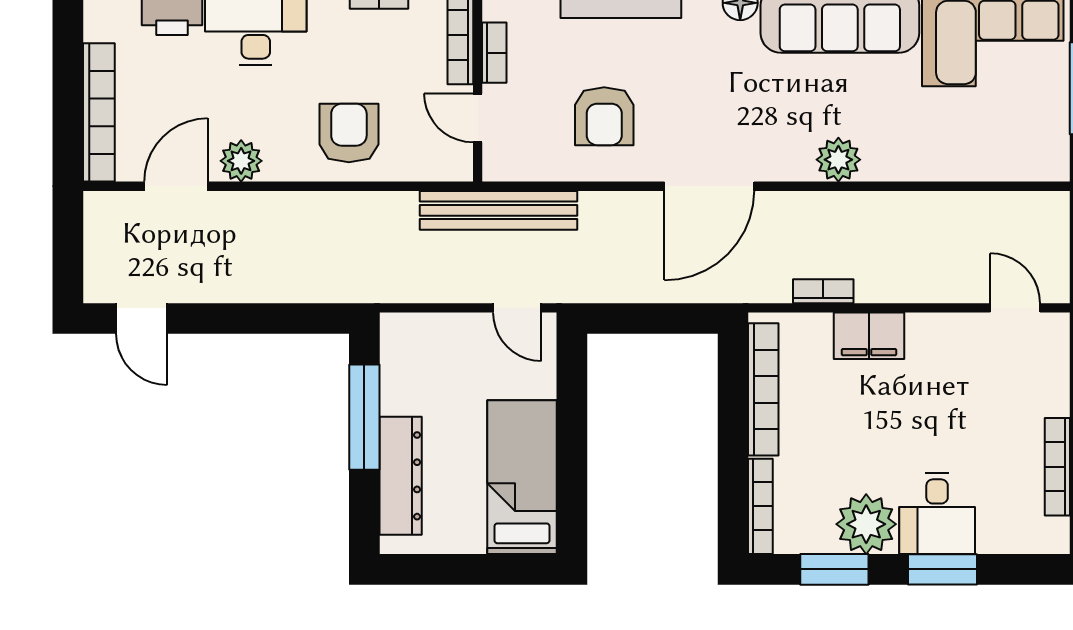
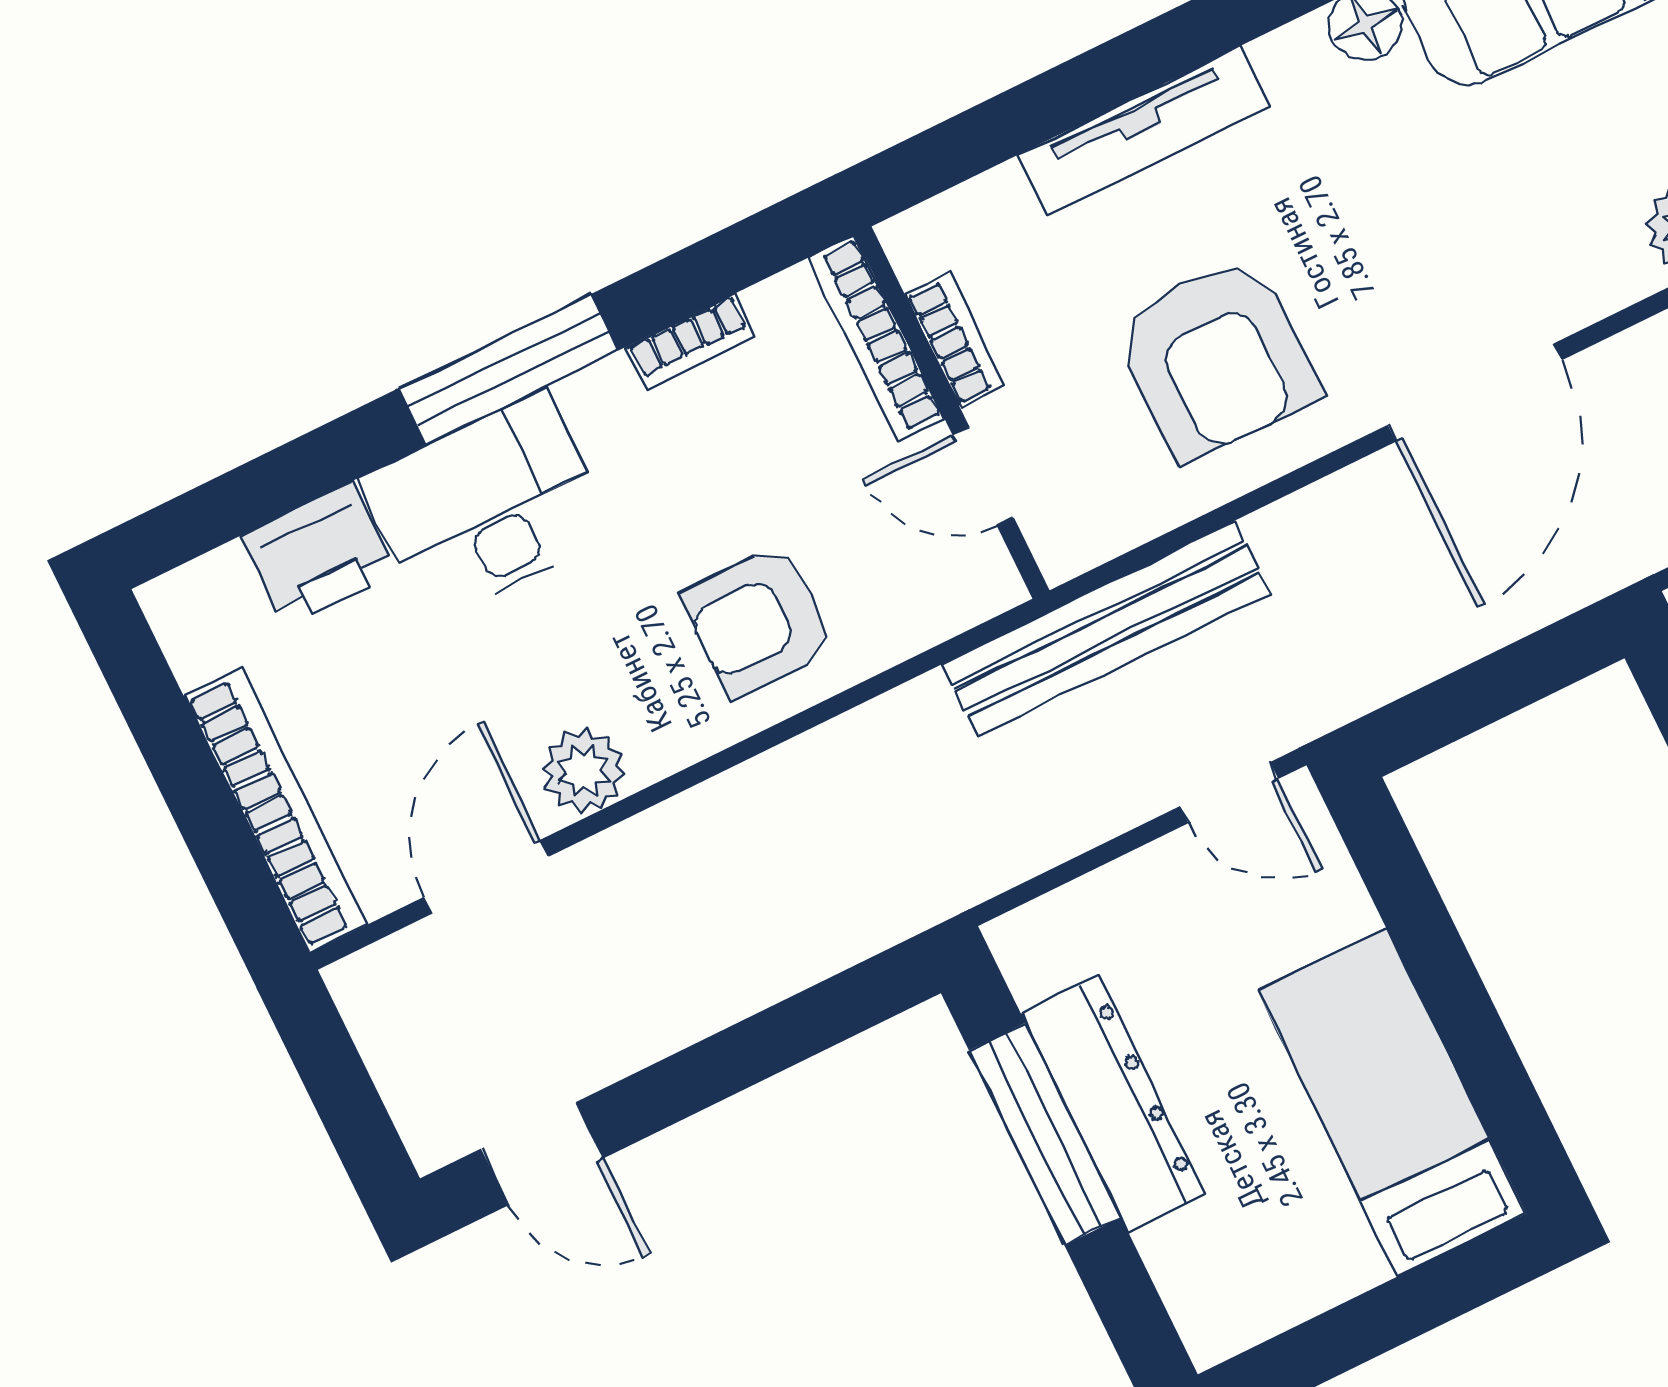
armchair: (604, 116) -> (1217, 358), width x1.36, depth x1.36
armchair: (349, 133) -> (758, 621), turned -90
dresser: (401, 476) -> (1113, 1103), moved

